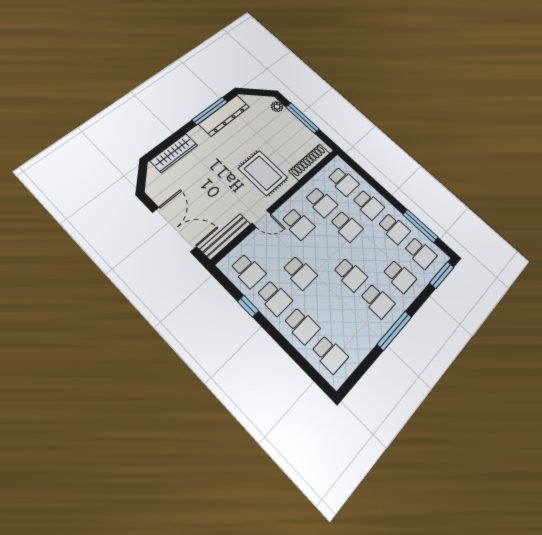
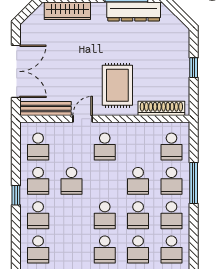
plant: (277, 107) -> (183, 40), removed
window: (302, 118) -> (194, 68), width x0.46
school desk: (321, 202) -> (138, 215), moved
door: (262, 219) -> (83, 119), swing flipped
window: (420, 226) -> (194, 183), moved
window: (248, 306) -> (16, 195), moved

